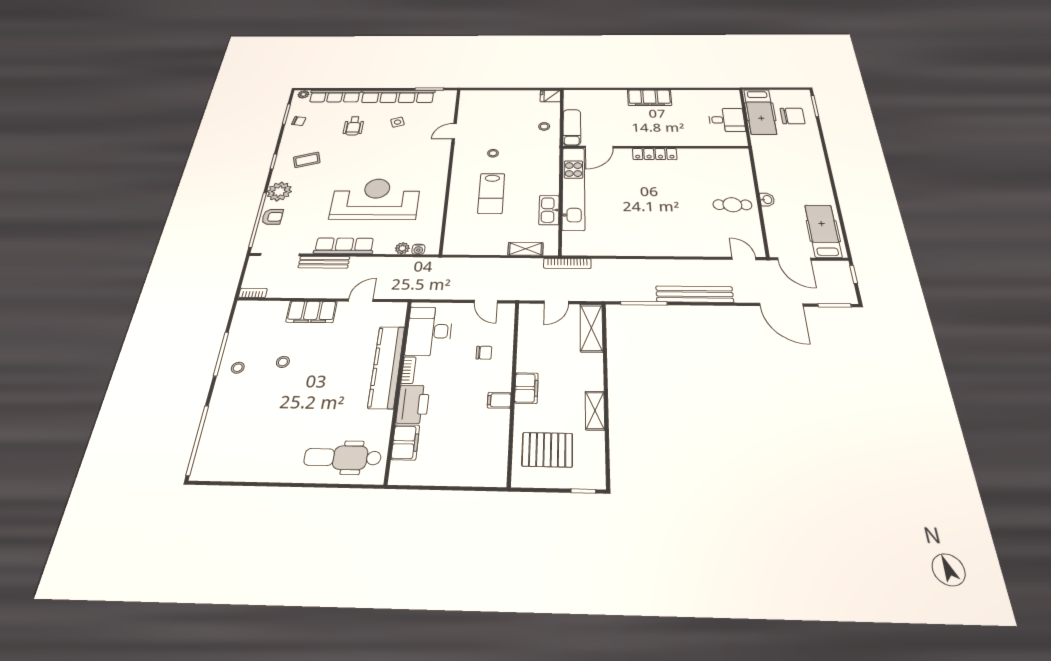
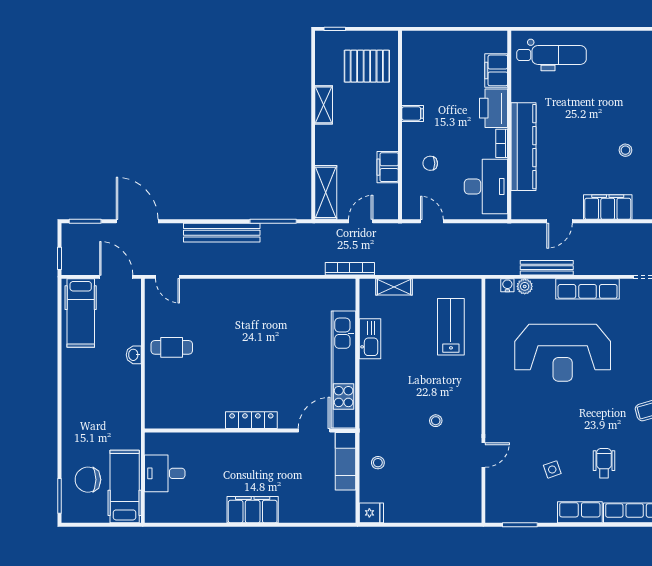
row of seats: (398, 96) -> (580, 512), width x0.50
lab bench: (491, 193) -> (451, 327), moved
bench: (324, 262) -> (547, 268), moved
filing cabinet: (526, 388) -> (388, 167), moved

